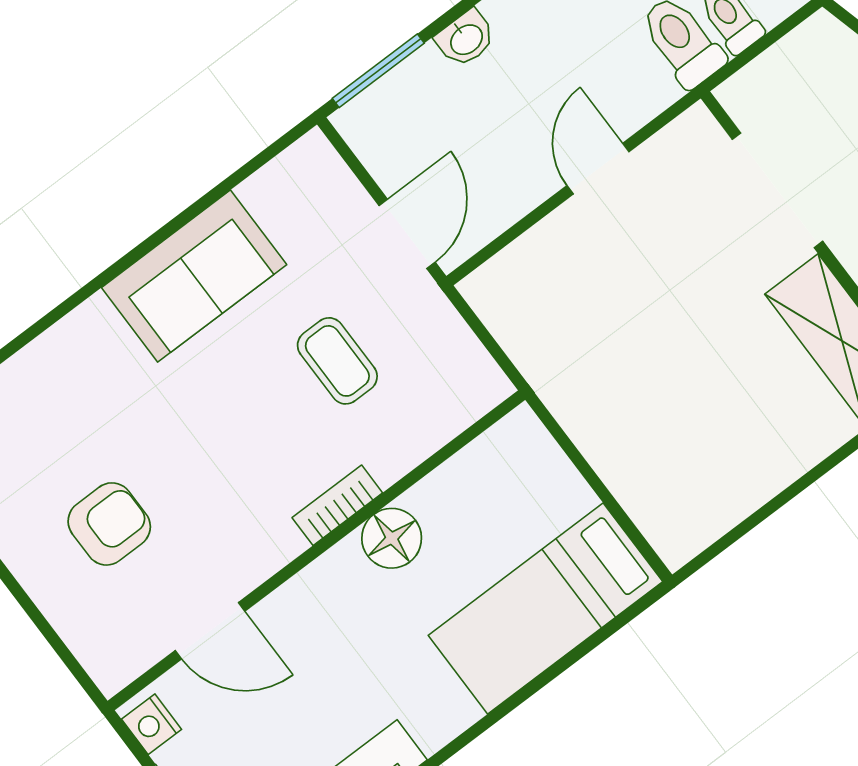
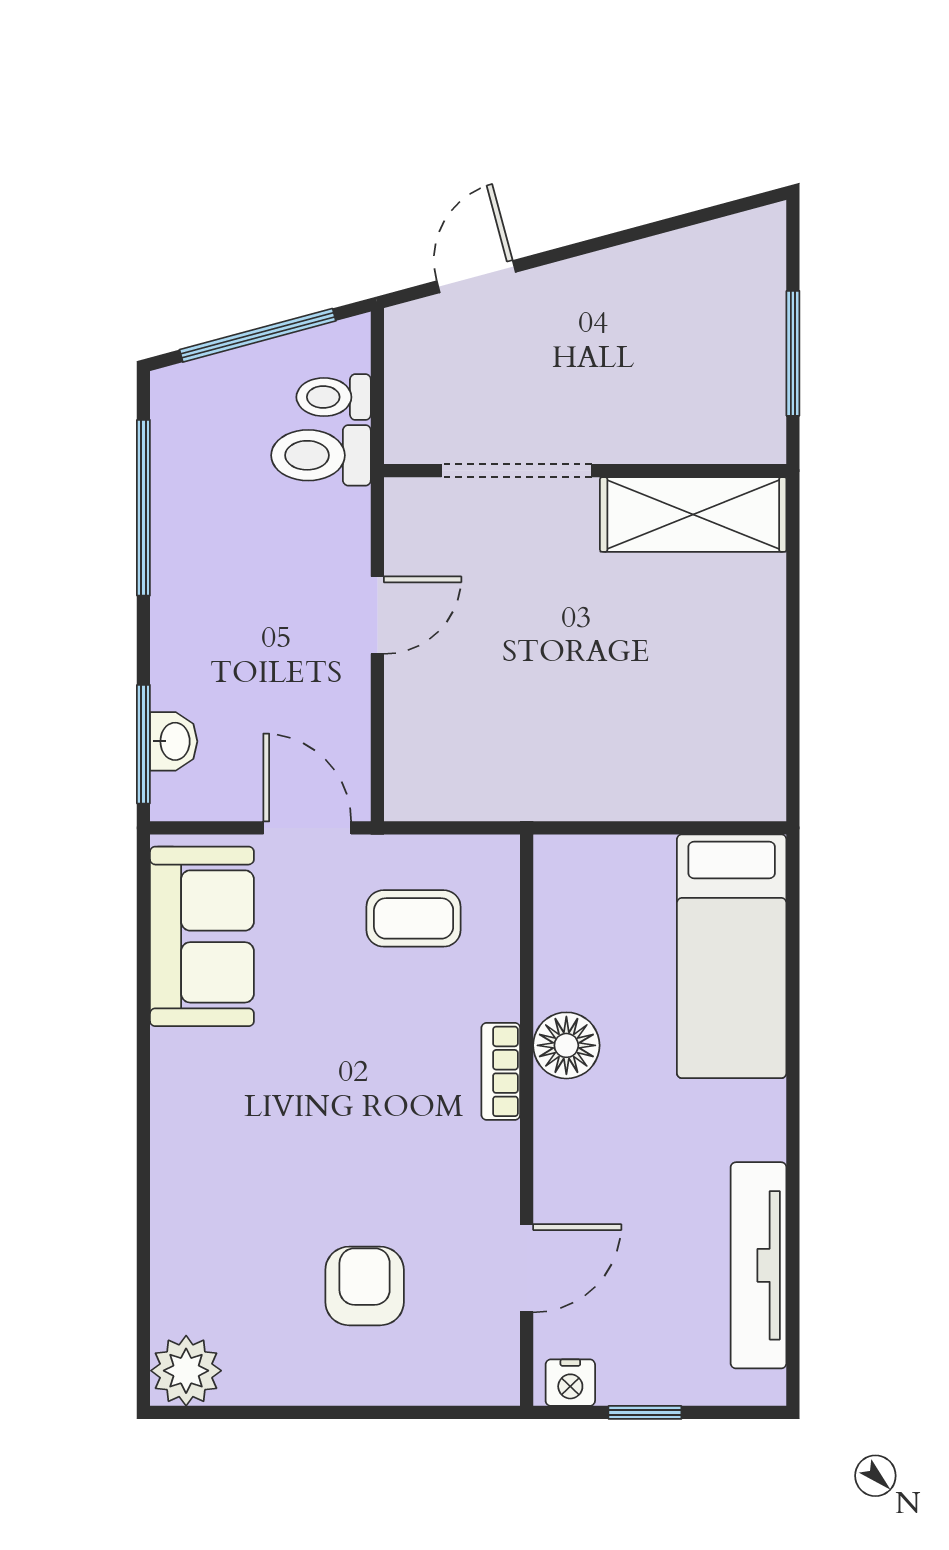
washbasin: (466, 39) -> (174, 741), moved
door: (598, 169) -> (377, 615), swing flipped
sofa: (194, 276) -> (202, 936), moved
coffee table: (337, 361) -> (414, 918), moved

